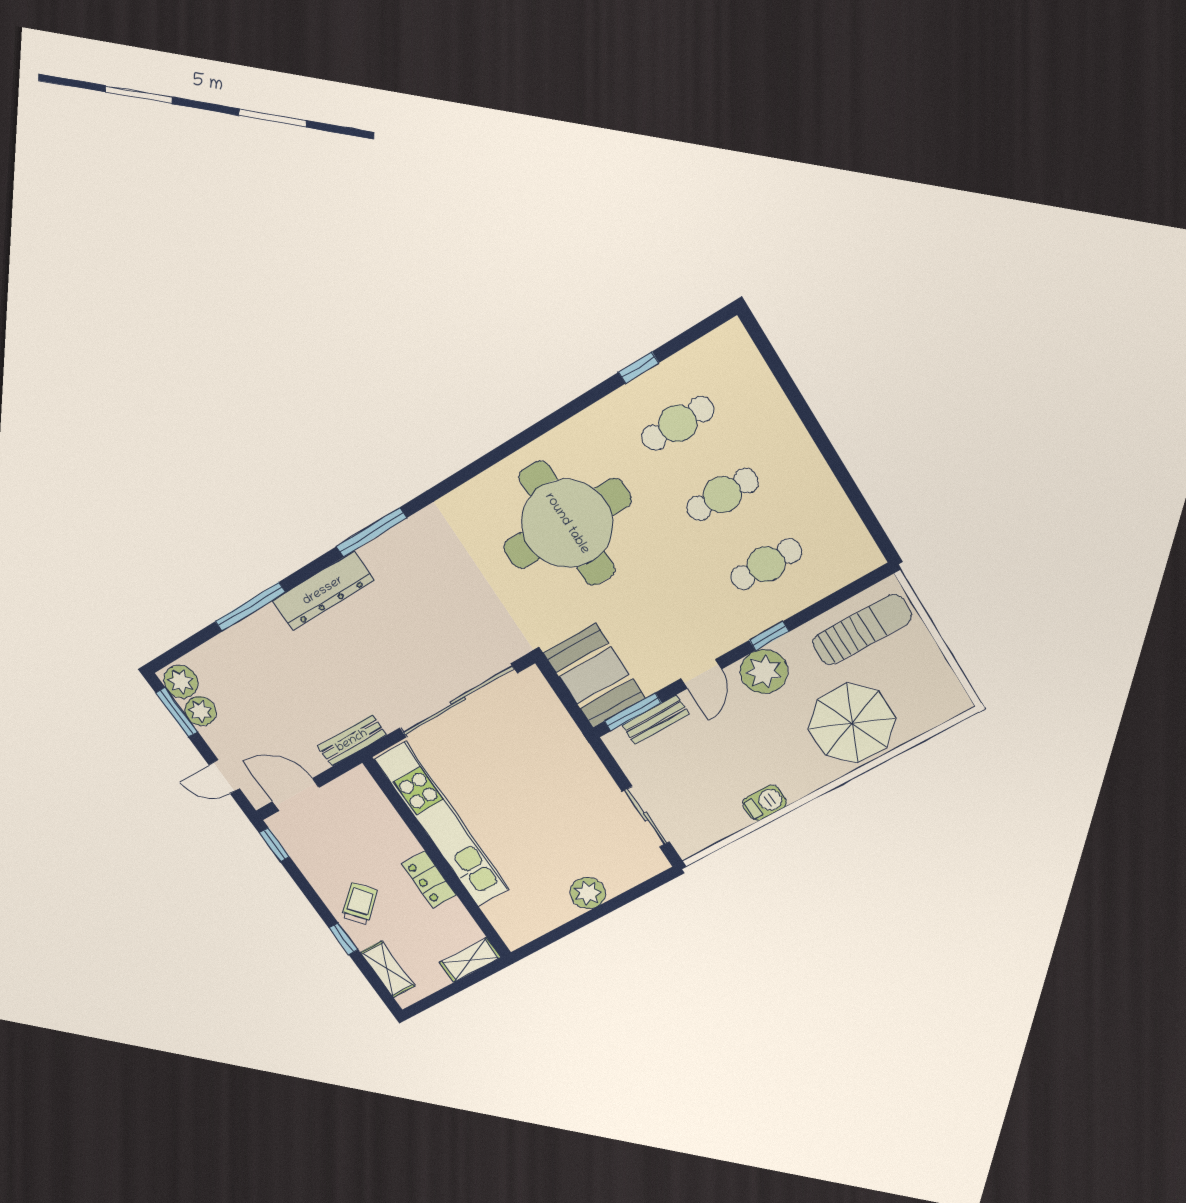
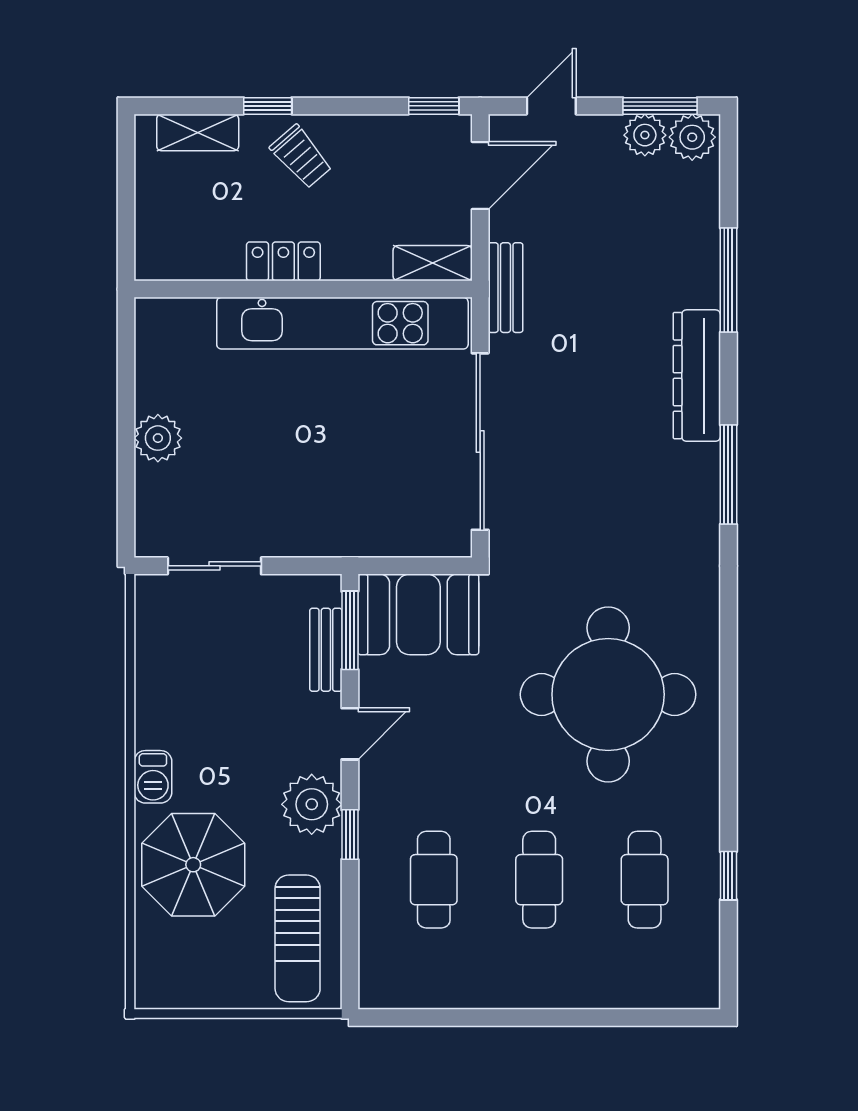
door: (701, 674) -> (350, 734), swing flipped
barbecue: (765, 803) -> (153, 777), moved
shelving: (470, 960) -> (433, 263), moved, turned 90

